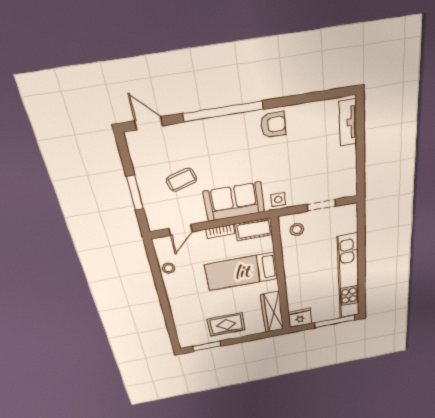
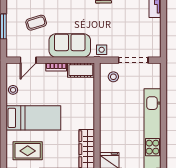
doorway: (322, 205) -> (133, 60), width x1.38
bed: (242, 272) -> (33, 118), moved, turned 180
rug: (226, 324) -> (28, 151), moved

